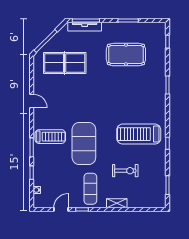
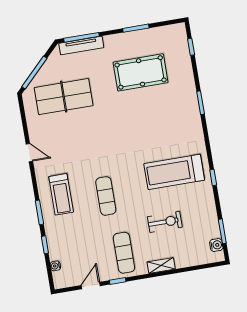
treadmill: (50, 137) -> (61, 194), turned 90
exercise mat: (84, 144) -> (106, 196), width x0.50, depth x0.69
water cooler: (161, 195) -> (216, 245), added

